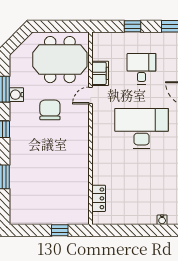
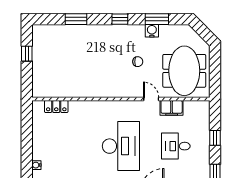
desk: (141, 69) -> (176, 146), turned 180
chair: (50, 110) -> (138, 62), width x0.54, depth x0.54
window: (60, 230) -> (27, 54), moved

